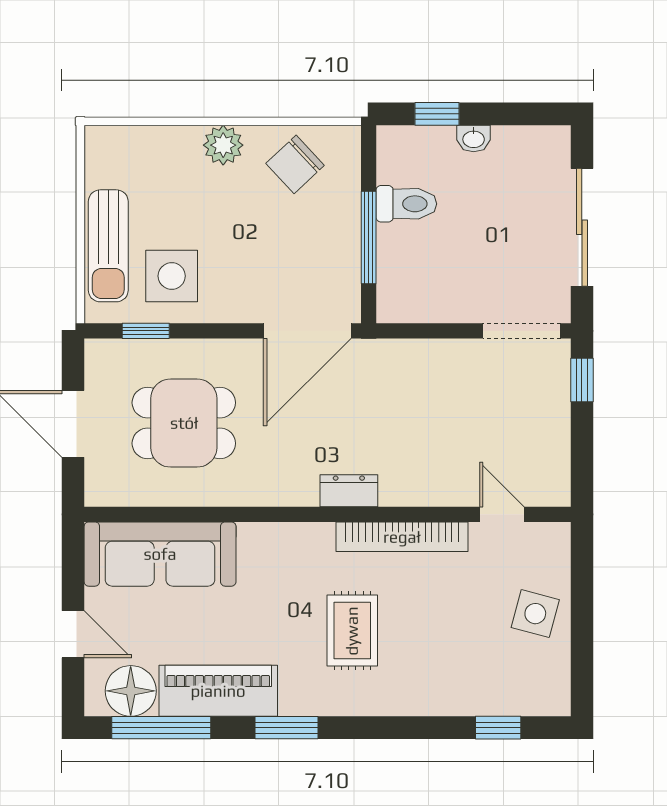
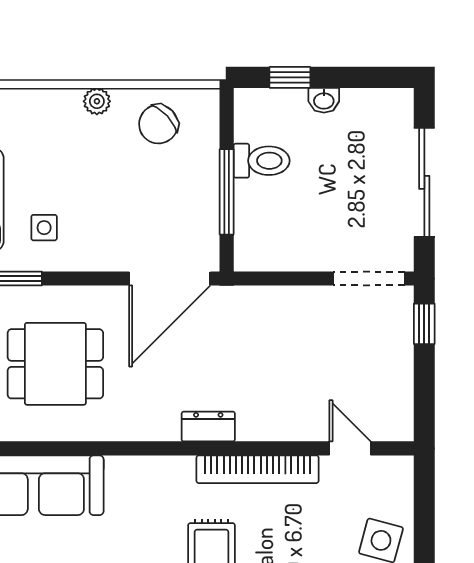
plant: (223, 145) -> (97, 101), width x0.73, depth x0.73
side table: (172, 276) -> (44, 228), width x0.54, depth x0.54

